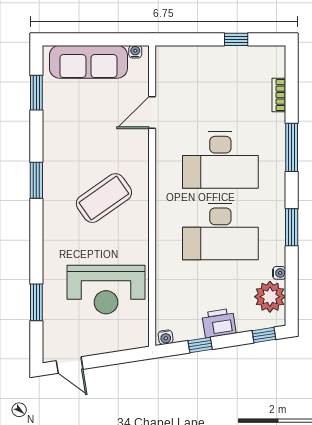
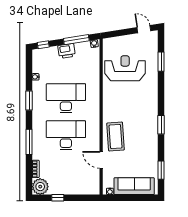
door: (152, 112) -> (101, 160), swing flipped
coffee table: (104, 198) -> (116, 136), moved, turned -59
plant: (270, 297) -> (40, 187), moved
window: (200, 345) -> (76, 40), width x2.17

